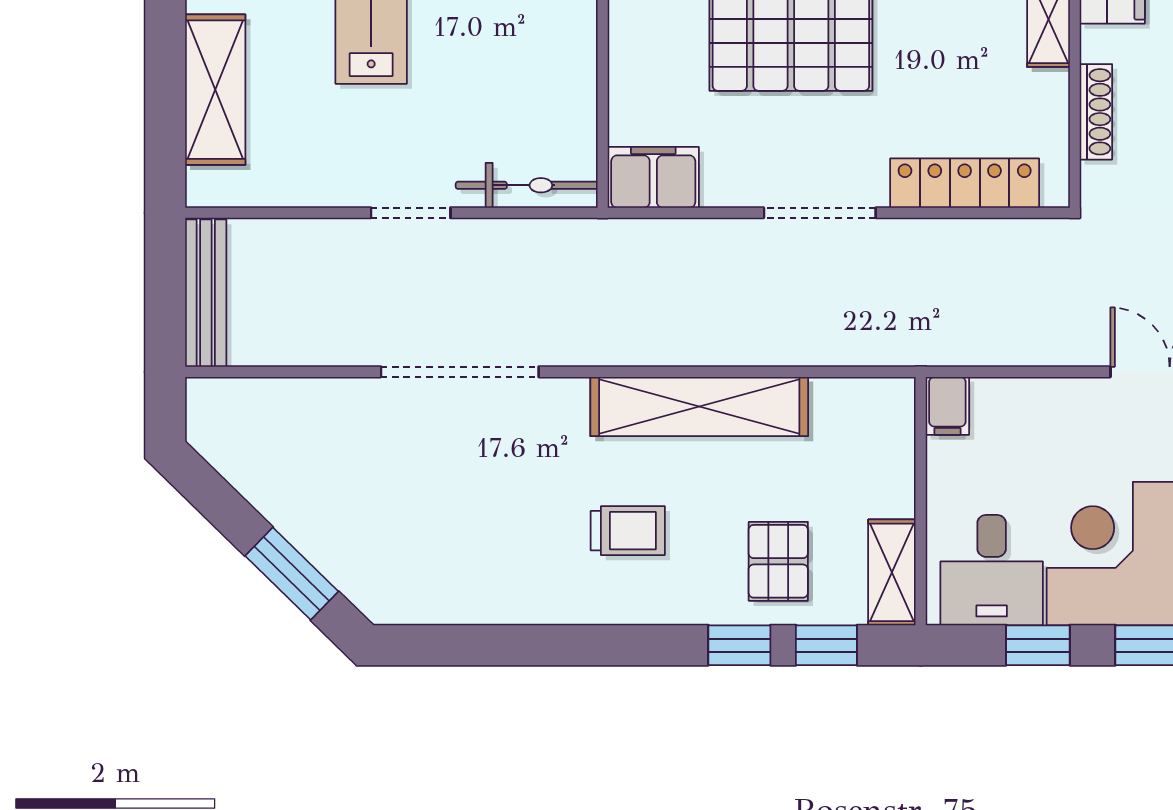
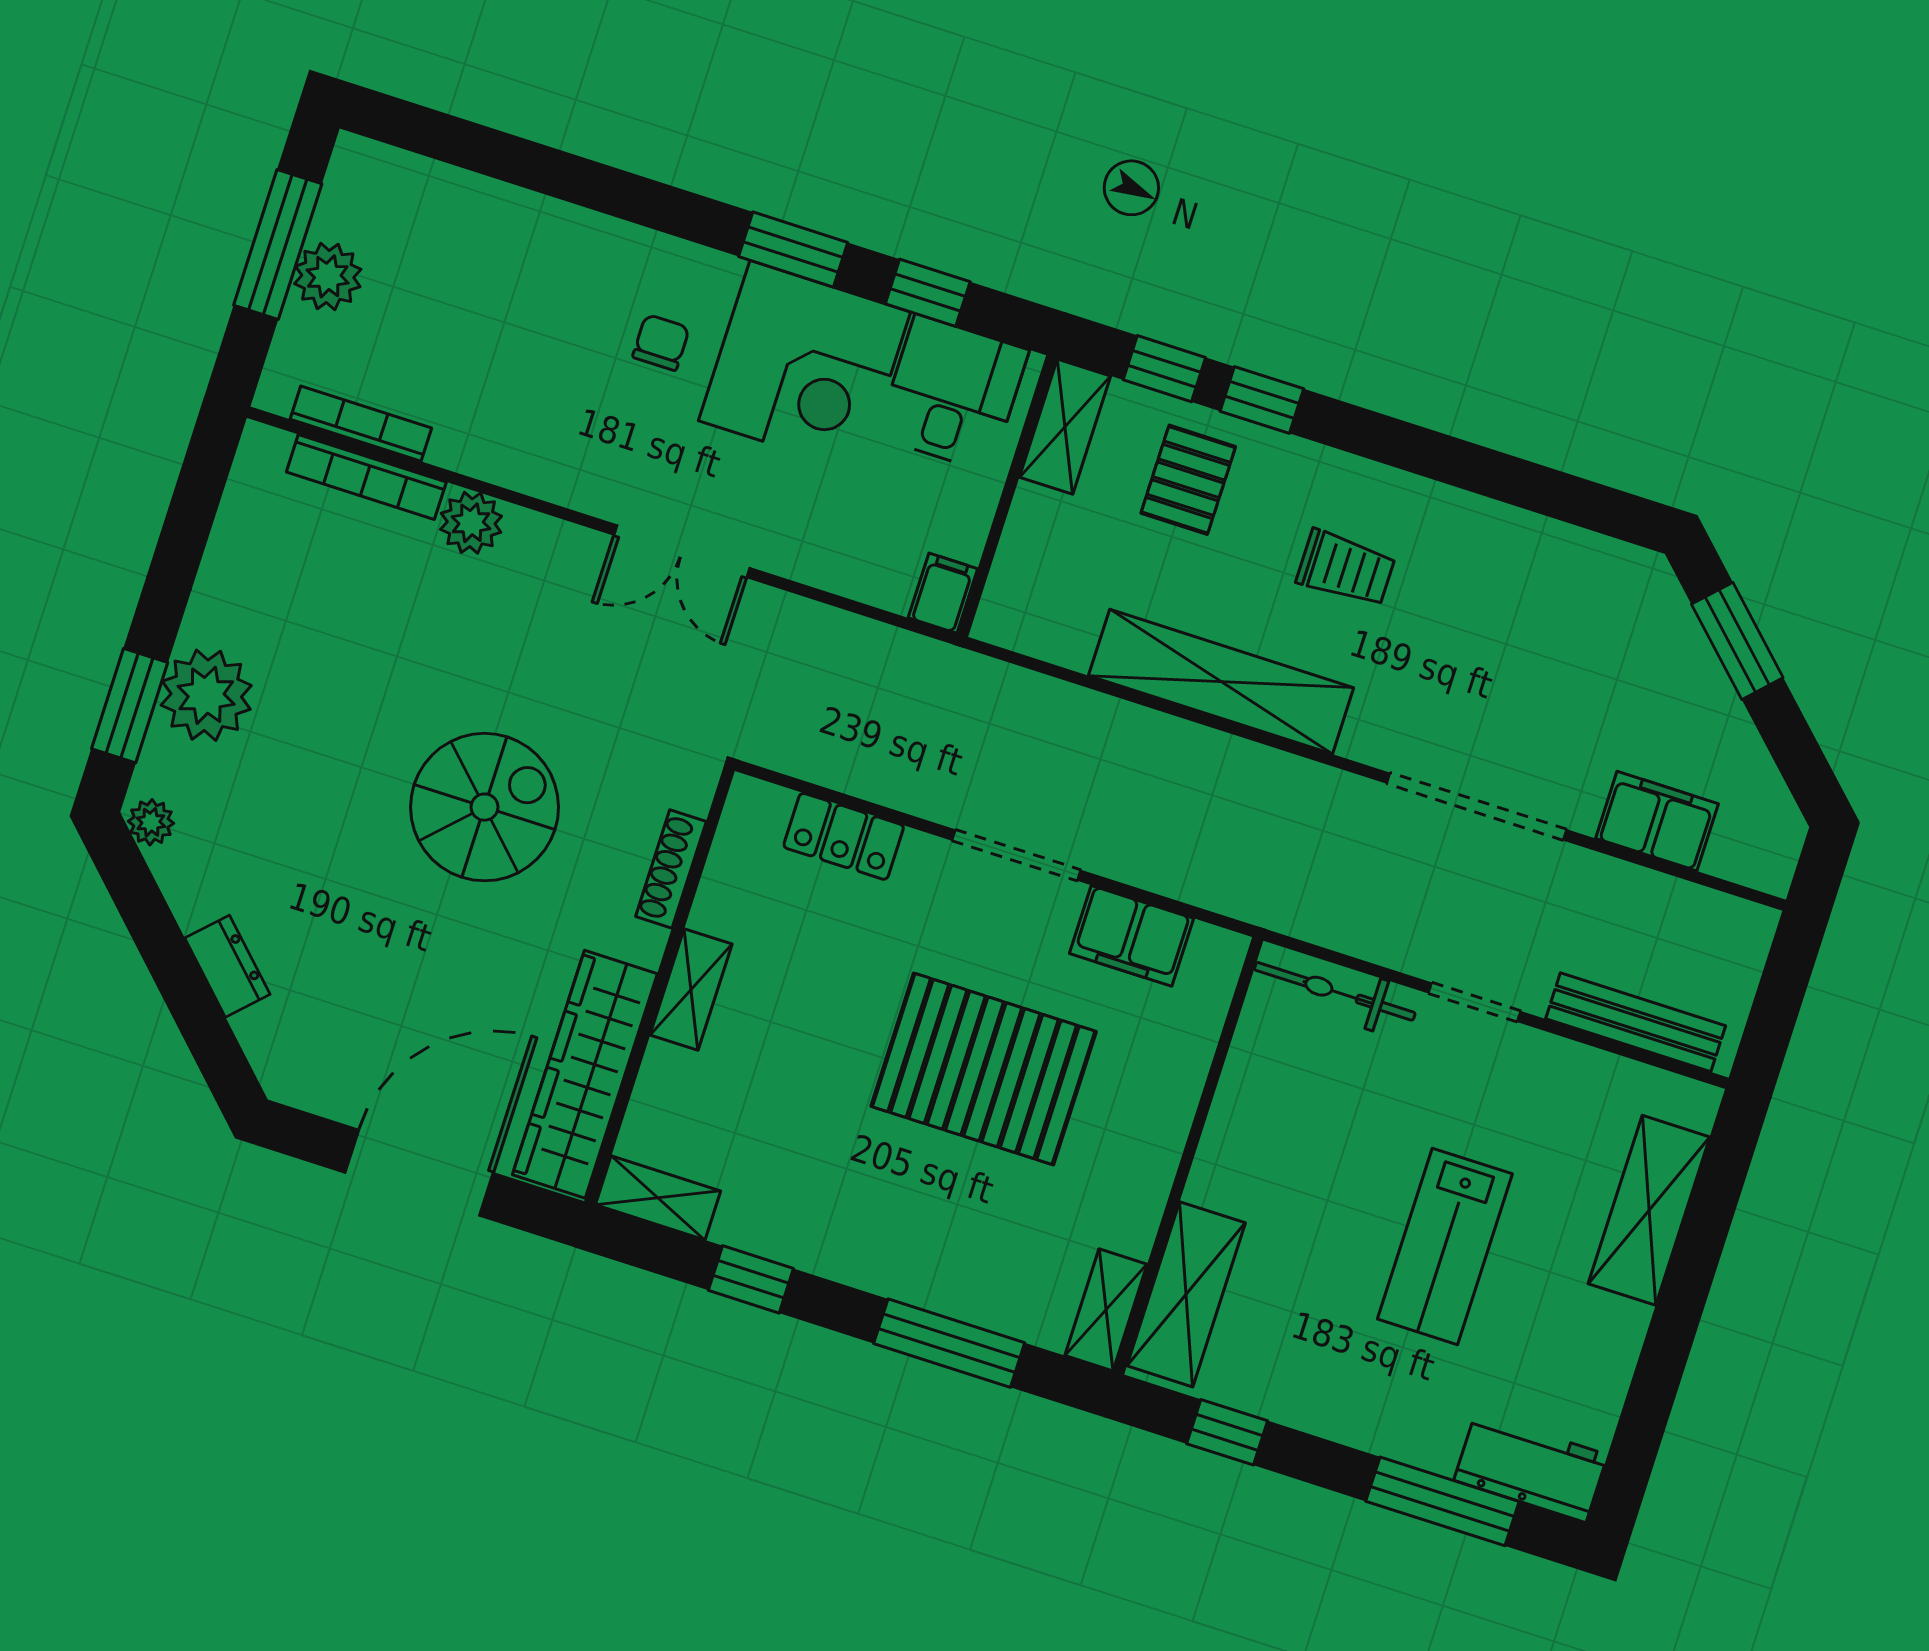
filing cabinet: (653, 177) -> (1131, 936), moved
locker: (965, 183) -> (844, 836), width x0.66
bench: (206, 293) -> (1636, 1022), moved, turned 90
filing cabinet: (310, 407) -> (1657, 821), added
trolley: (628, 531) -> (1346, 568), turned 180

